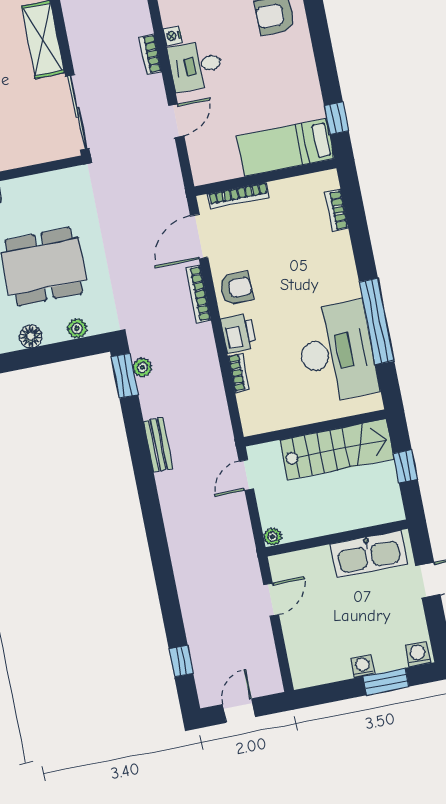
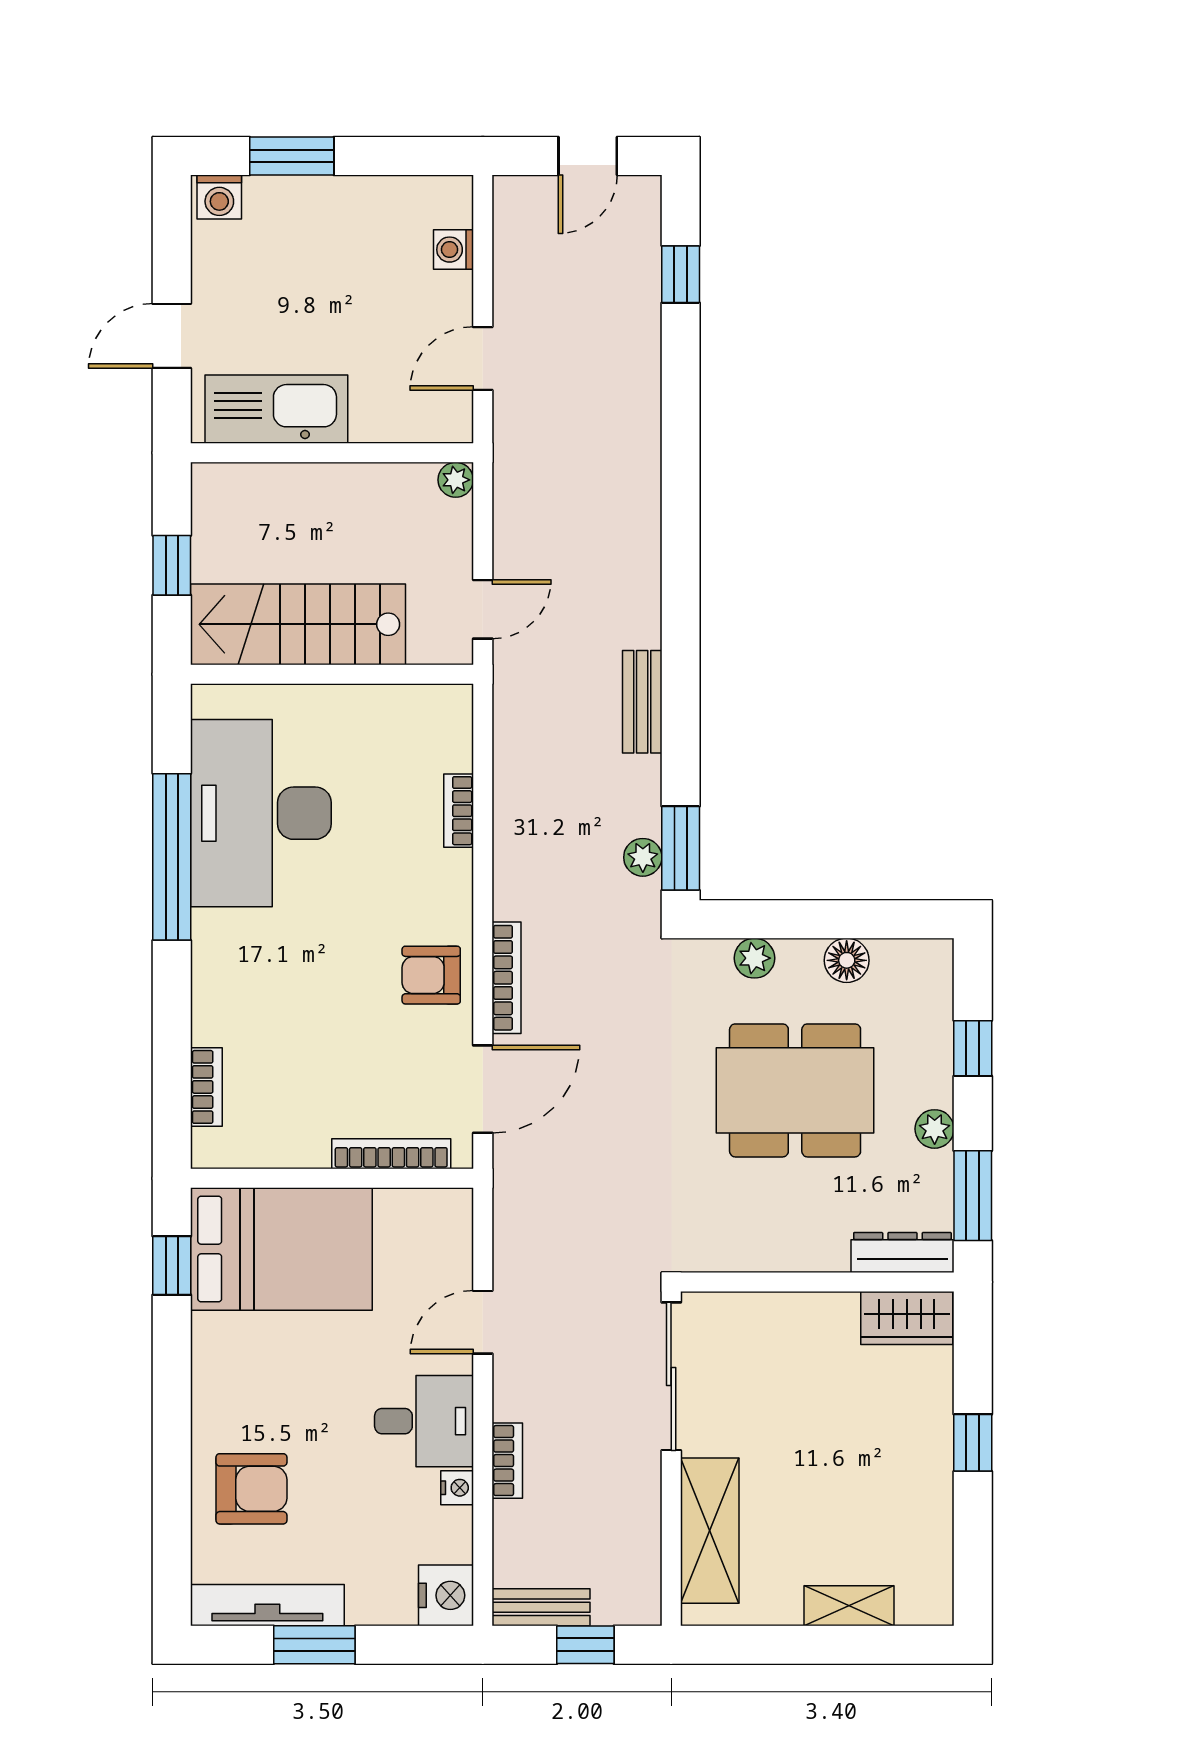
bed: (286, 147) -> (281, 1249), width x1.50
printer: (238, 333) -> (444, 887), removed
washing machine: (363, 666) -> (453, 250), moved, turned 90

